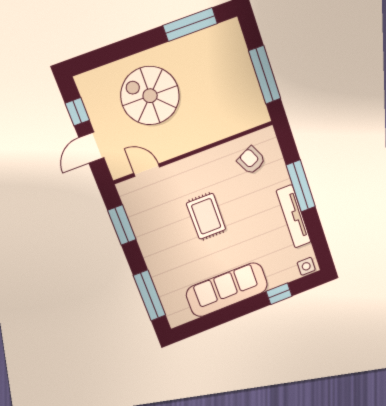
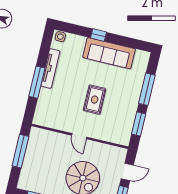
armchair: (251, 160) -> (54, 113), removed
door: (147, 170) -> (79, 136), moved
window: (279, 294) -> (98, 35), moved
window: (149, 295) -> (147, 89), moved

